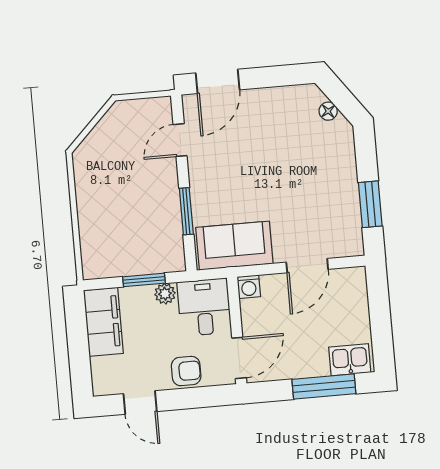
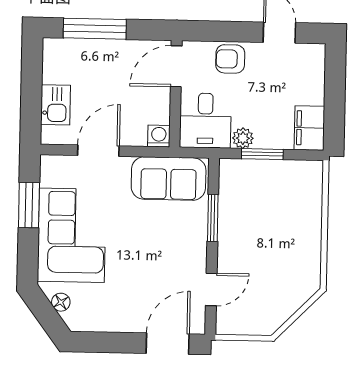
corner sofa: (325, 179) -> (72, 235), added
filing cabinet: (103, 322) -> (309, 128), width x0.67, depth x0.86
kitchen sink: (350, 360) -> (55, 105), moved, turned -90

